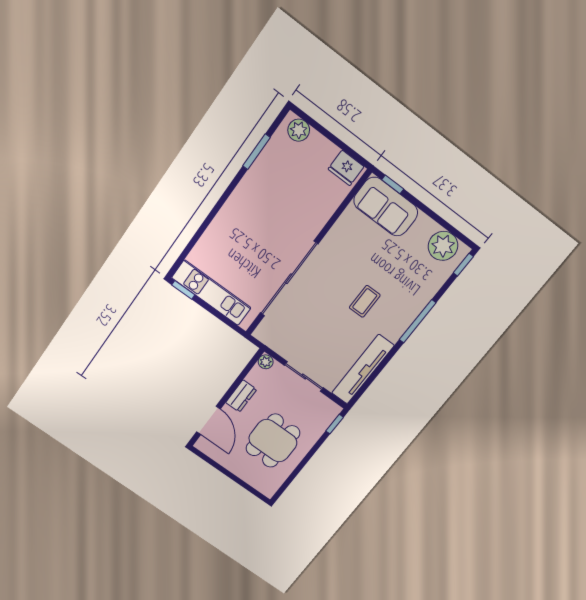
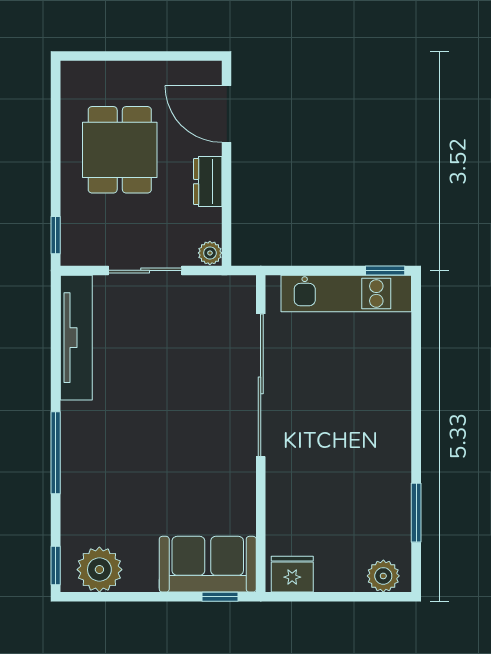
coffee table: (365, 301) -> (143, 428), removed

